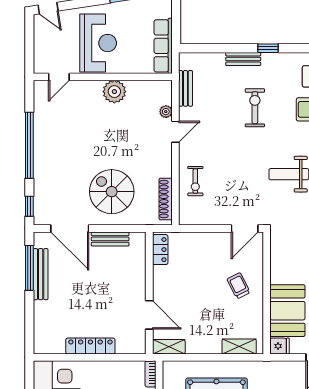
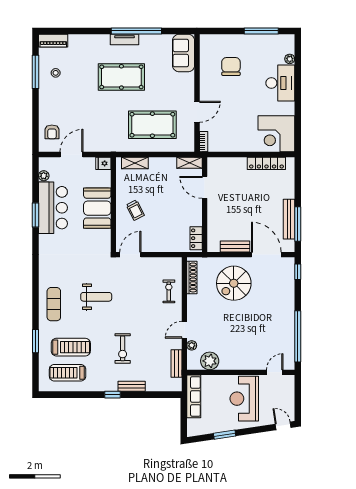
plant: (114, 92) -> (210, 361), moved
window: (29, 145) -> (298, 336), moved
spiral stairs: (112, 192) -> (234, 283), turned 90
booth: (287, 311) -> (97, 208), moved
locker: (90, 346) -> (266, 163), moved

